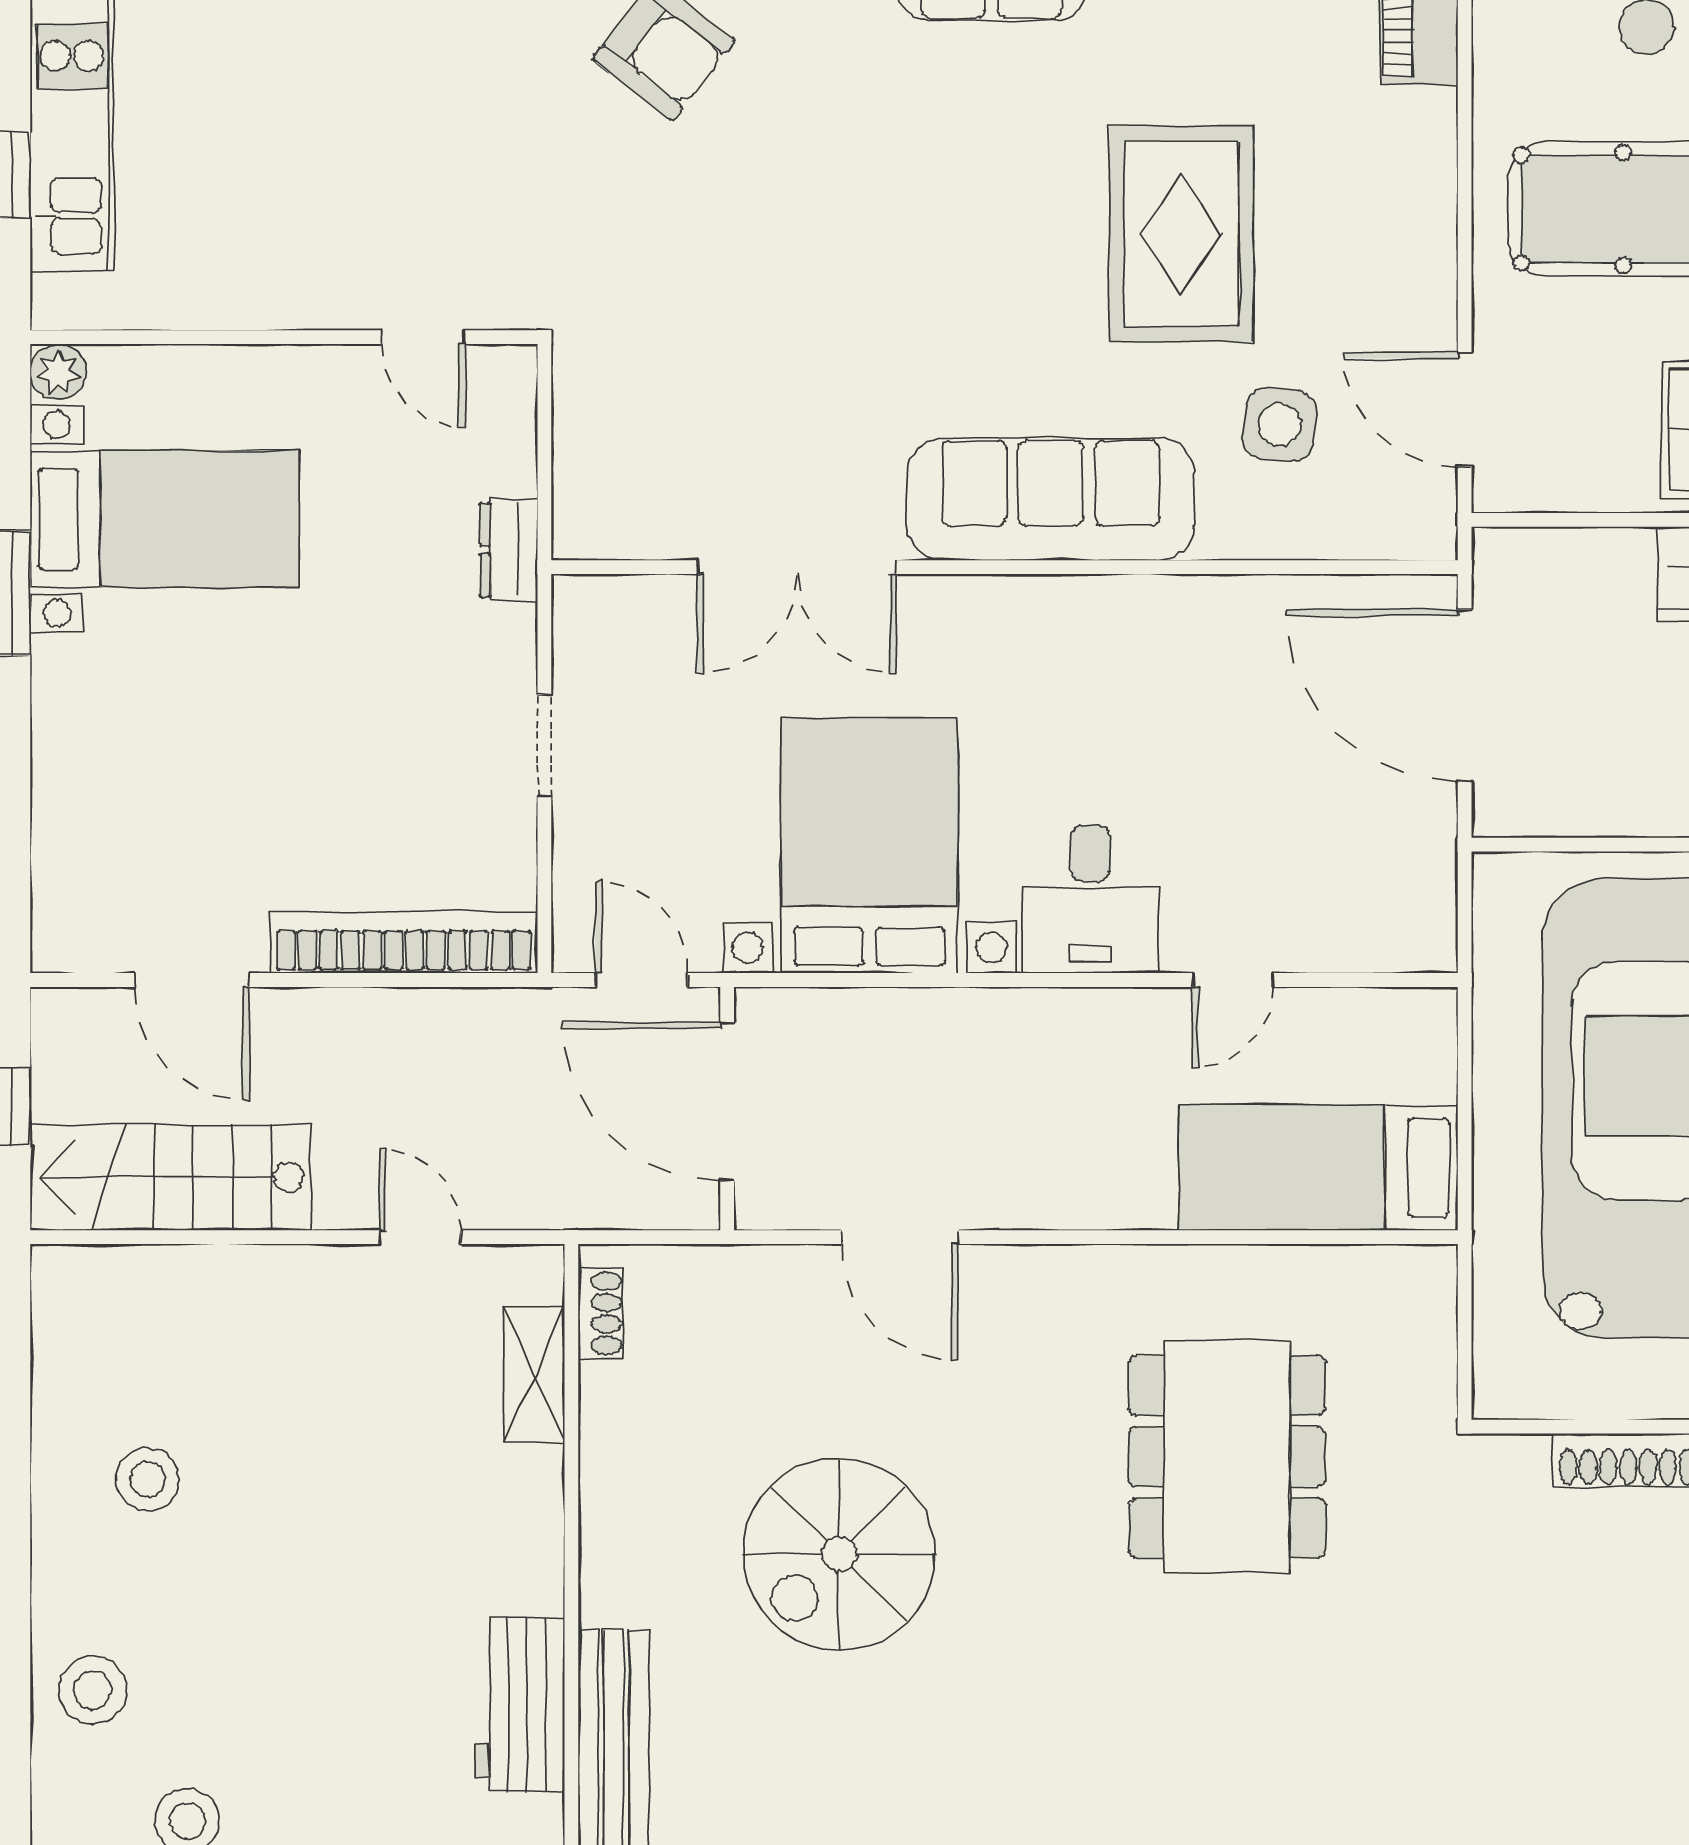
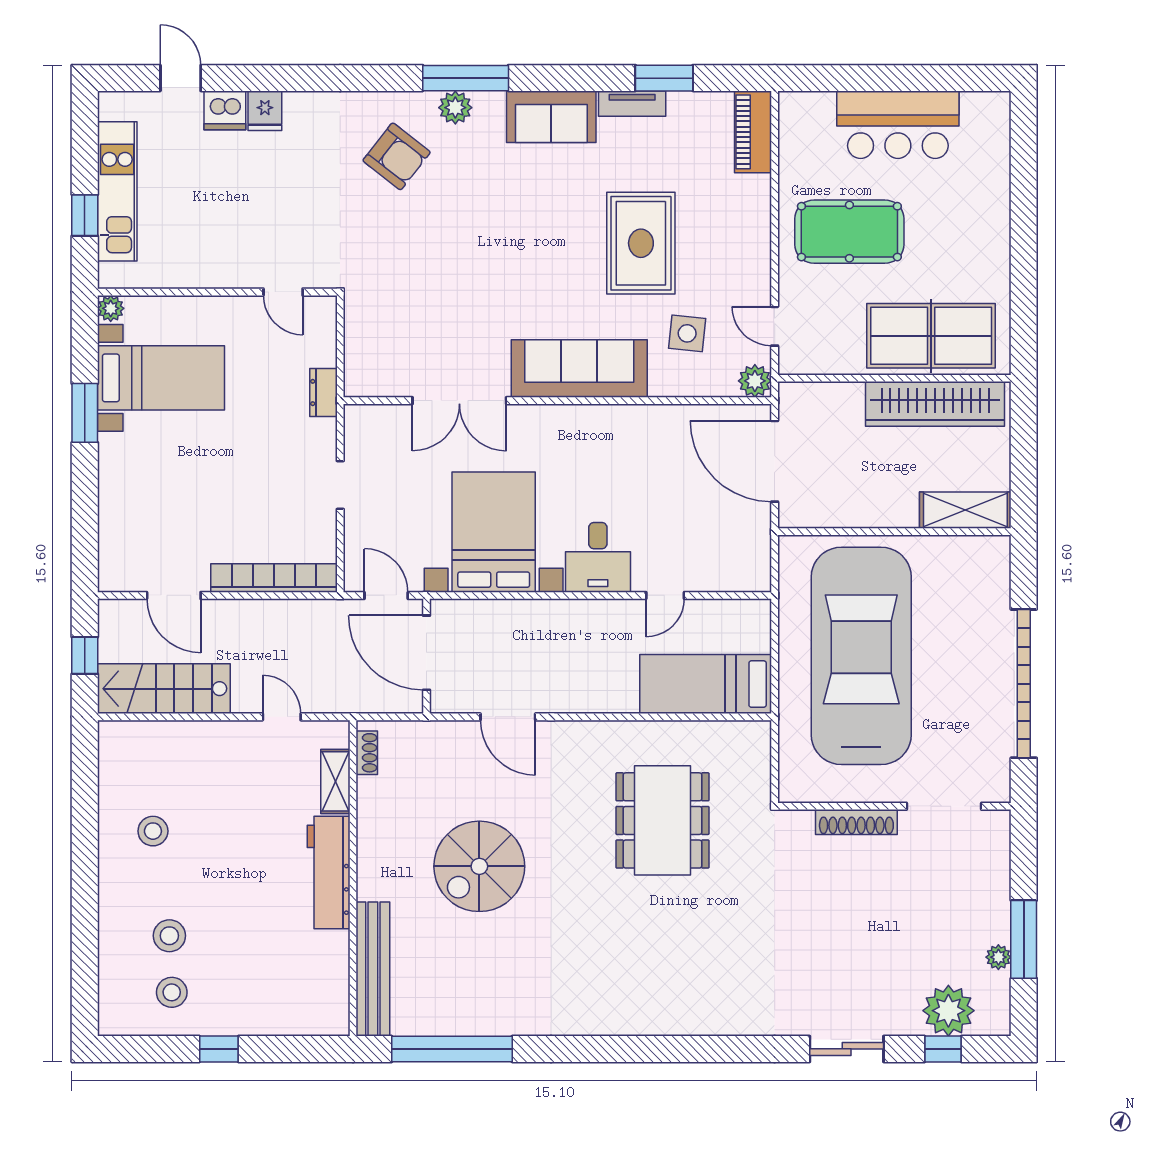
door: (1465, 409) -> (775, 326), width x0.73
plant: (1423, 525) -> (755, 381), added
stool: (93, 1690) -> (169, 936), moved
workbench: (520, 1705) -> (329, 872), moved, width x1.38

